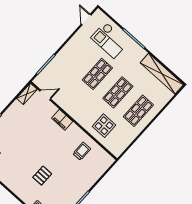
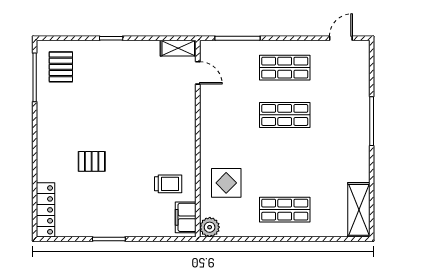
checkout: (110, 40) -> (342, 92), removed
shelving: (162, 74) -> (359, 210), width x0.68
shop shelf: (118, 92) -> (285, 68), moved
filing cabinet: (62, 120) -> (186, 217), moved
plant: (117, 150) -> (210, 227), added

